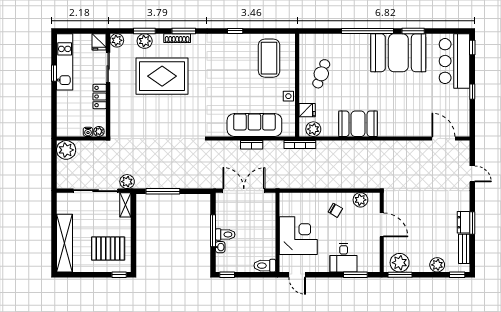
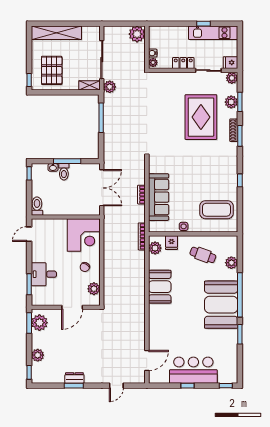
plant: (330, 41) -> (231, 263), added
booth: (398, 53) -> (221, 305), moved
bar counter: (455, 61) -> (193, 370), moved
corner desk: (298, 236) -> (84, 235), moved
bench: (464, 249) -> (51, 378), removed

